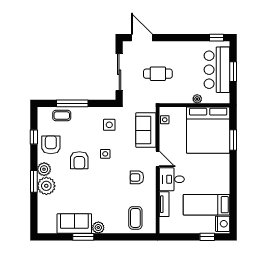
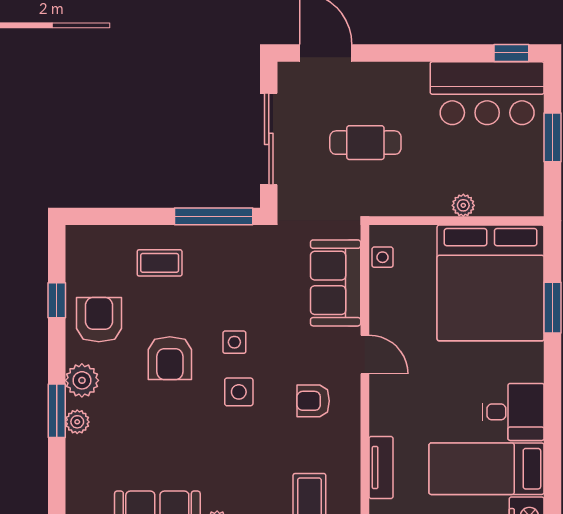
bar counter: (217, 70) -> (487, 93), moved, turned -90
window: (72, 103) -> (214, 216), moved
coffee table: (62, 116) -> (160, 263), moved
side table: (109, 125) -> (239, 392), moved
desk: (172, 179) -> (513, 412), moved, turned 180
plant: (46, 186) -> (77, 422), width x0.53, depth x0.53

